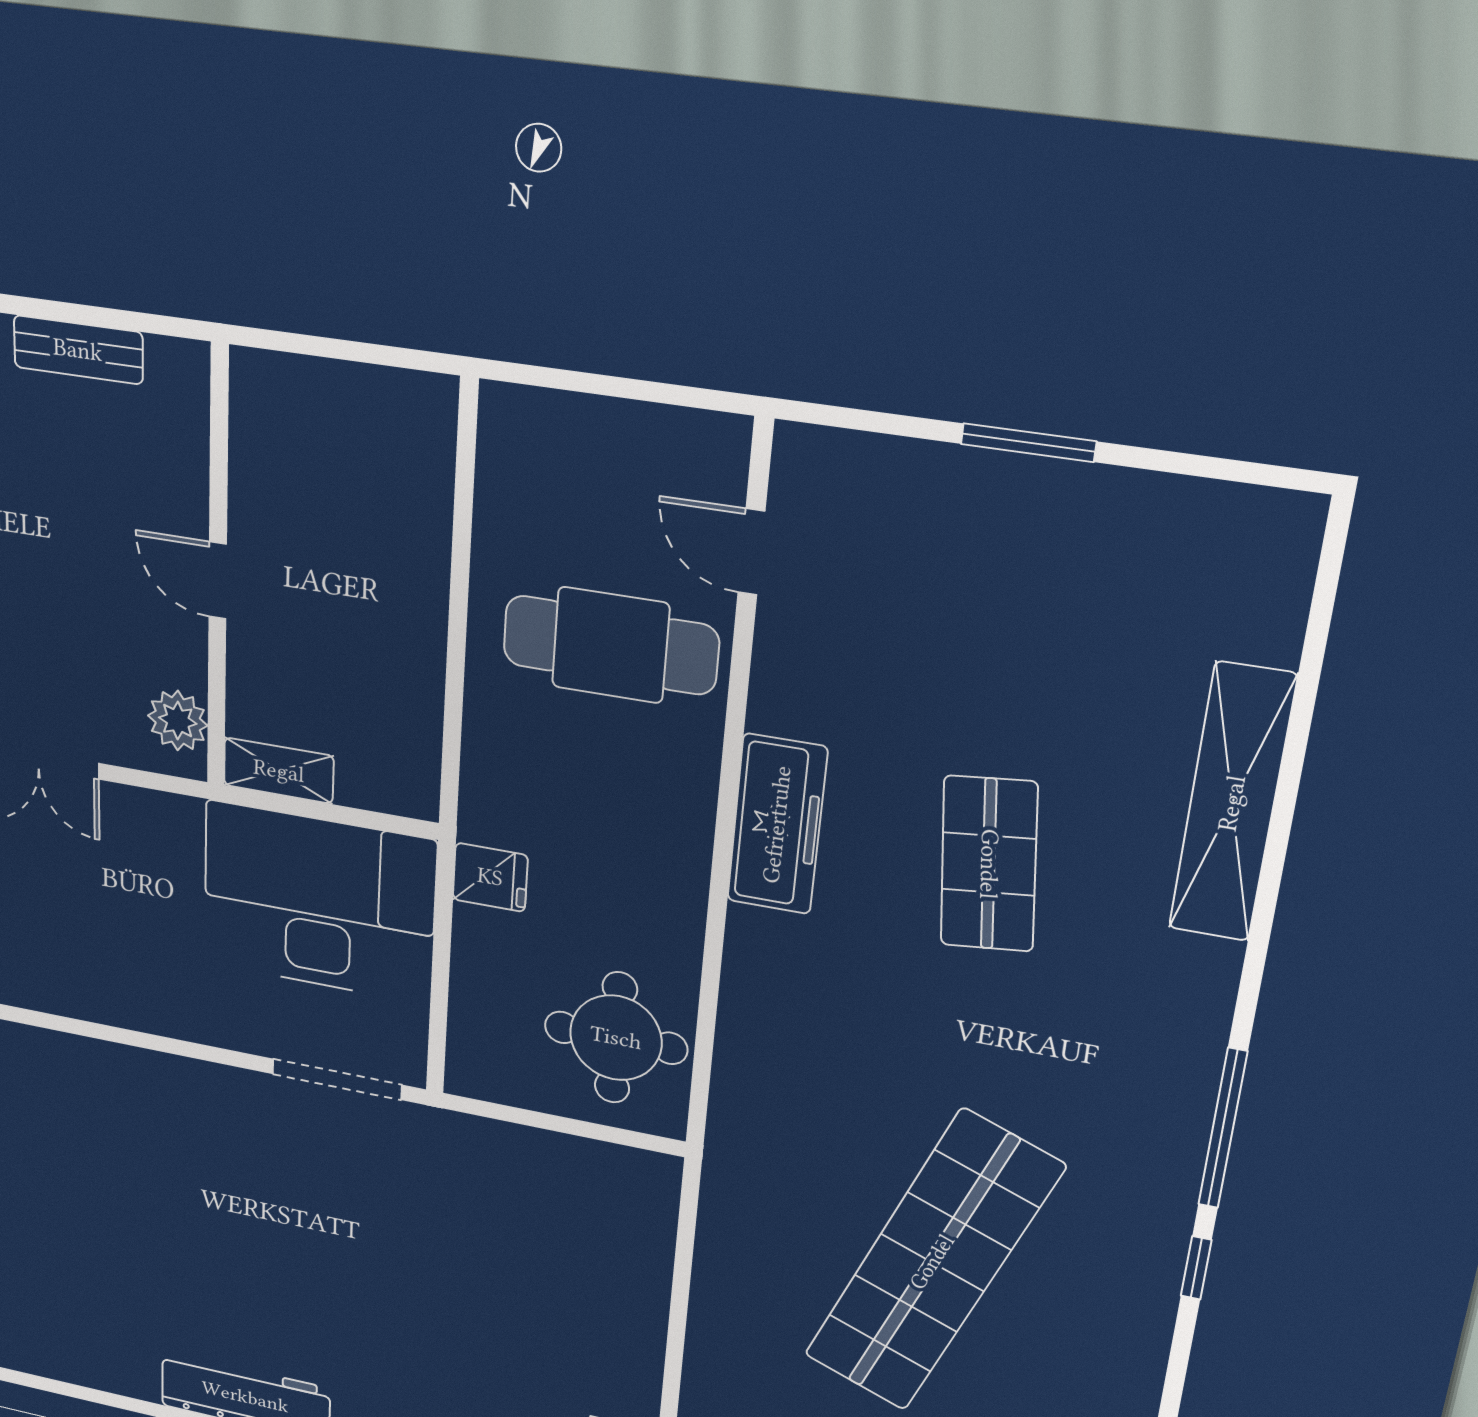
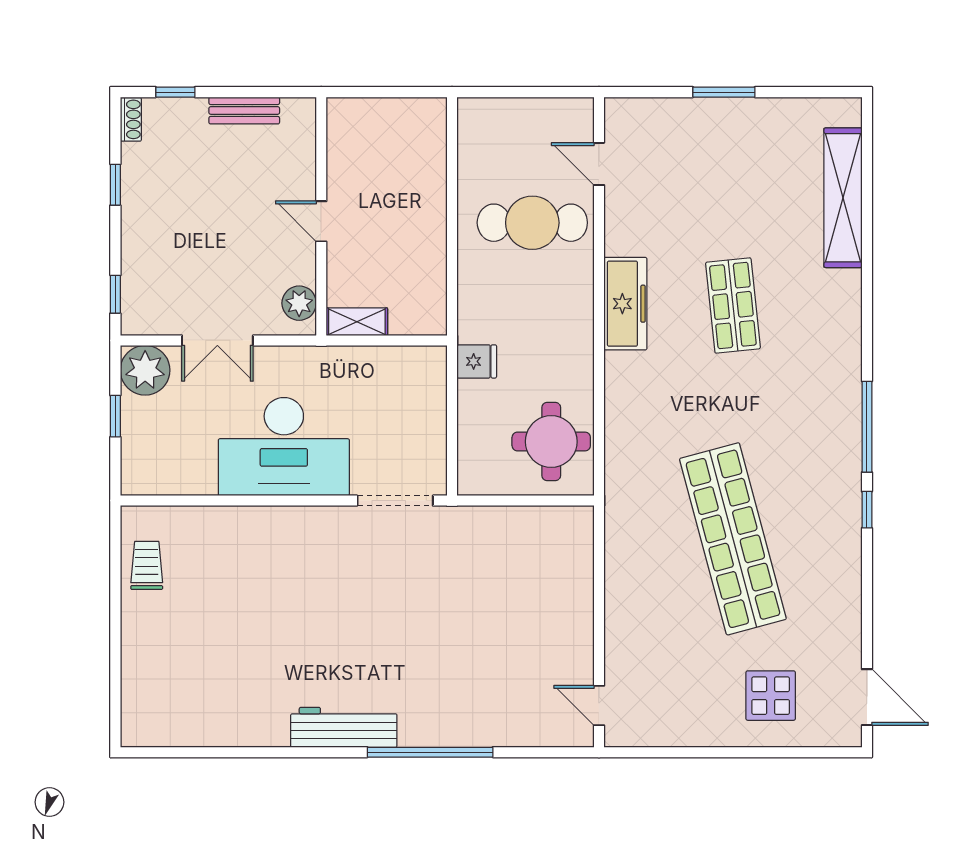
shelving: (1232, 803) -> (843, 198), moved
desk: (319, 902) -> (284, 447), moved, turned 180
shop shelf: (932, 1262) -> (733, 539), turned -36

